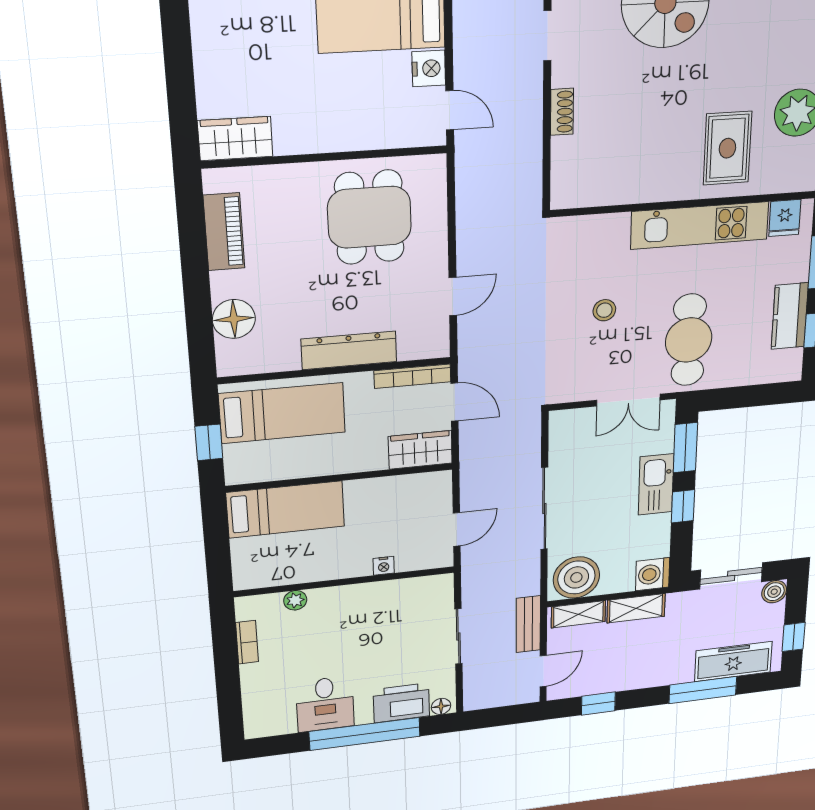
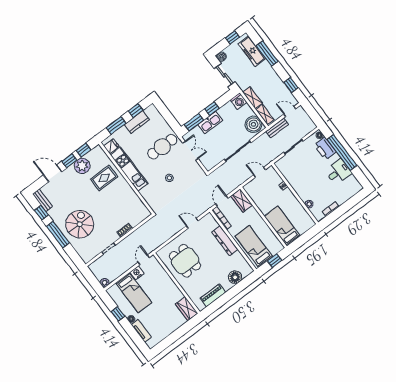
dining table: (369, 217) -> (185, 261), turned 90

